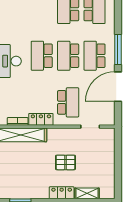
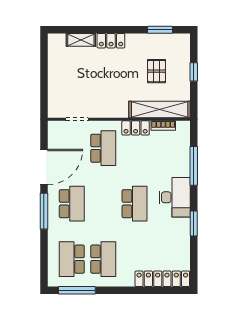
school desk: (68, 56) -> (103, 204), removed
school desk: (68, 102) -> (103, 148), turned 180
pallet: (65, 162) -> (156, 71), moved, turned 90

